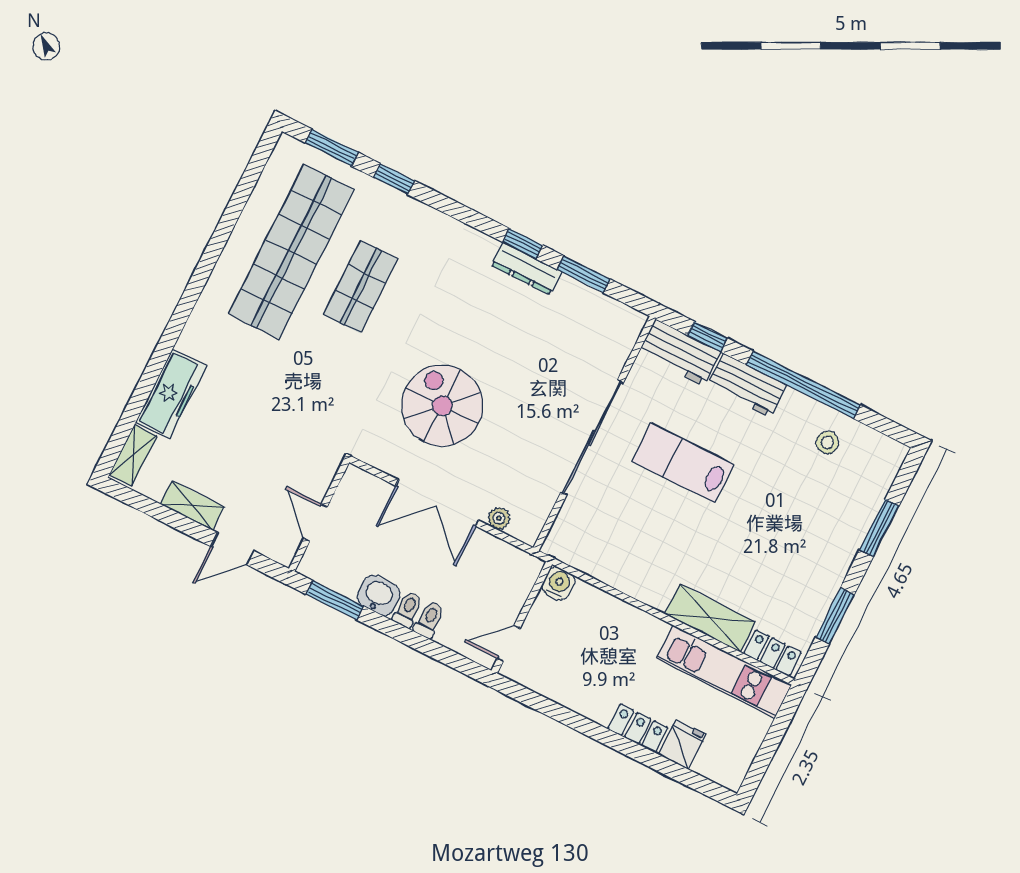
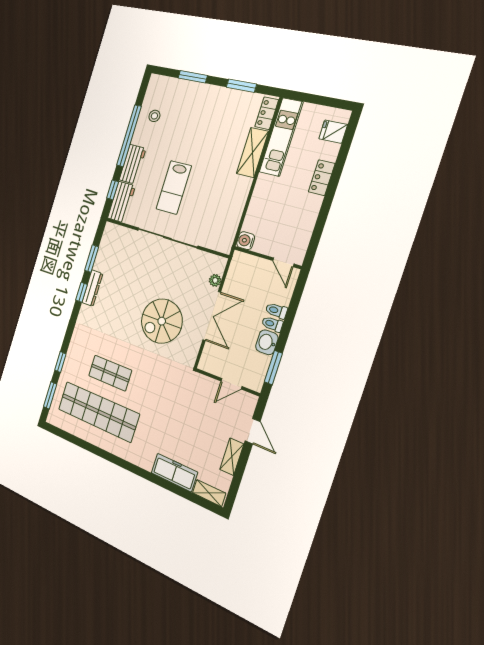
fridge: (682, 745) -> (333, 132), moved

